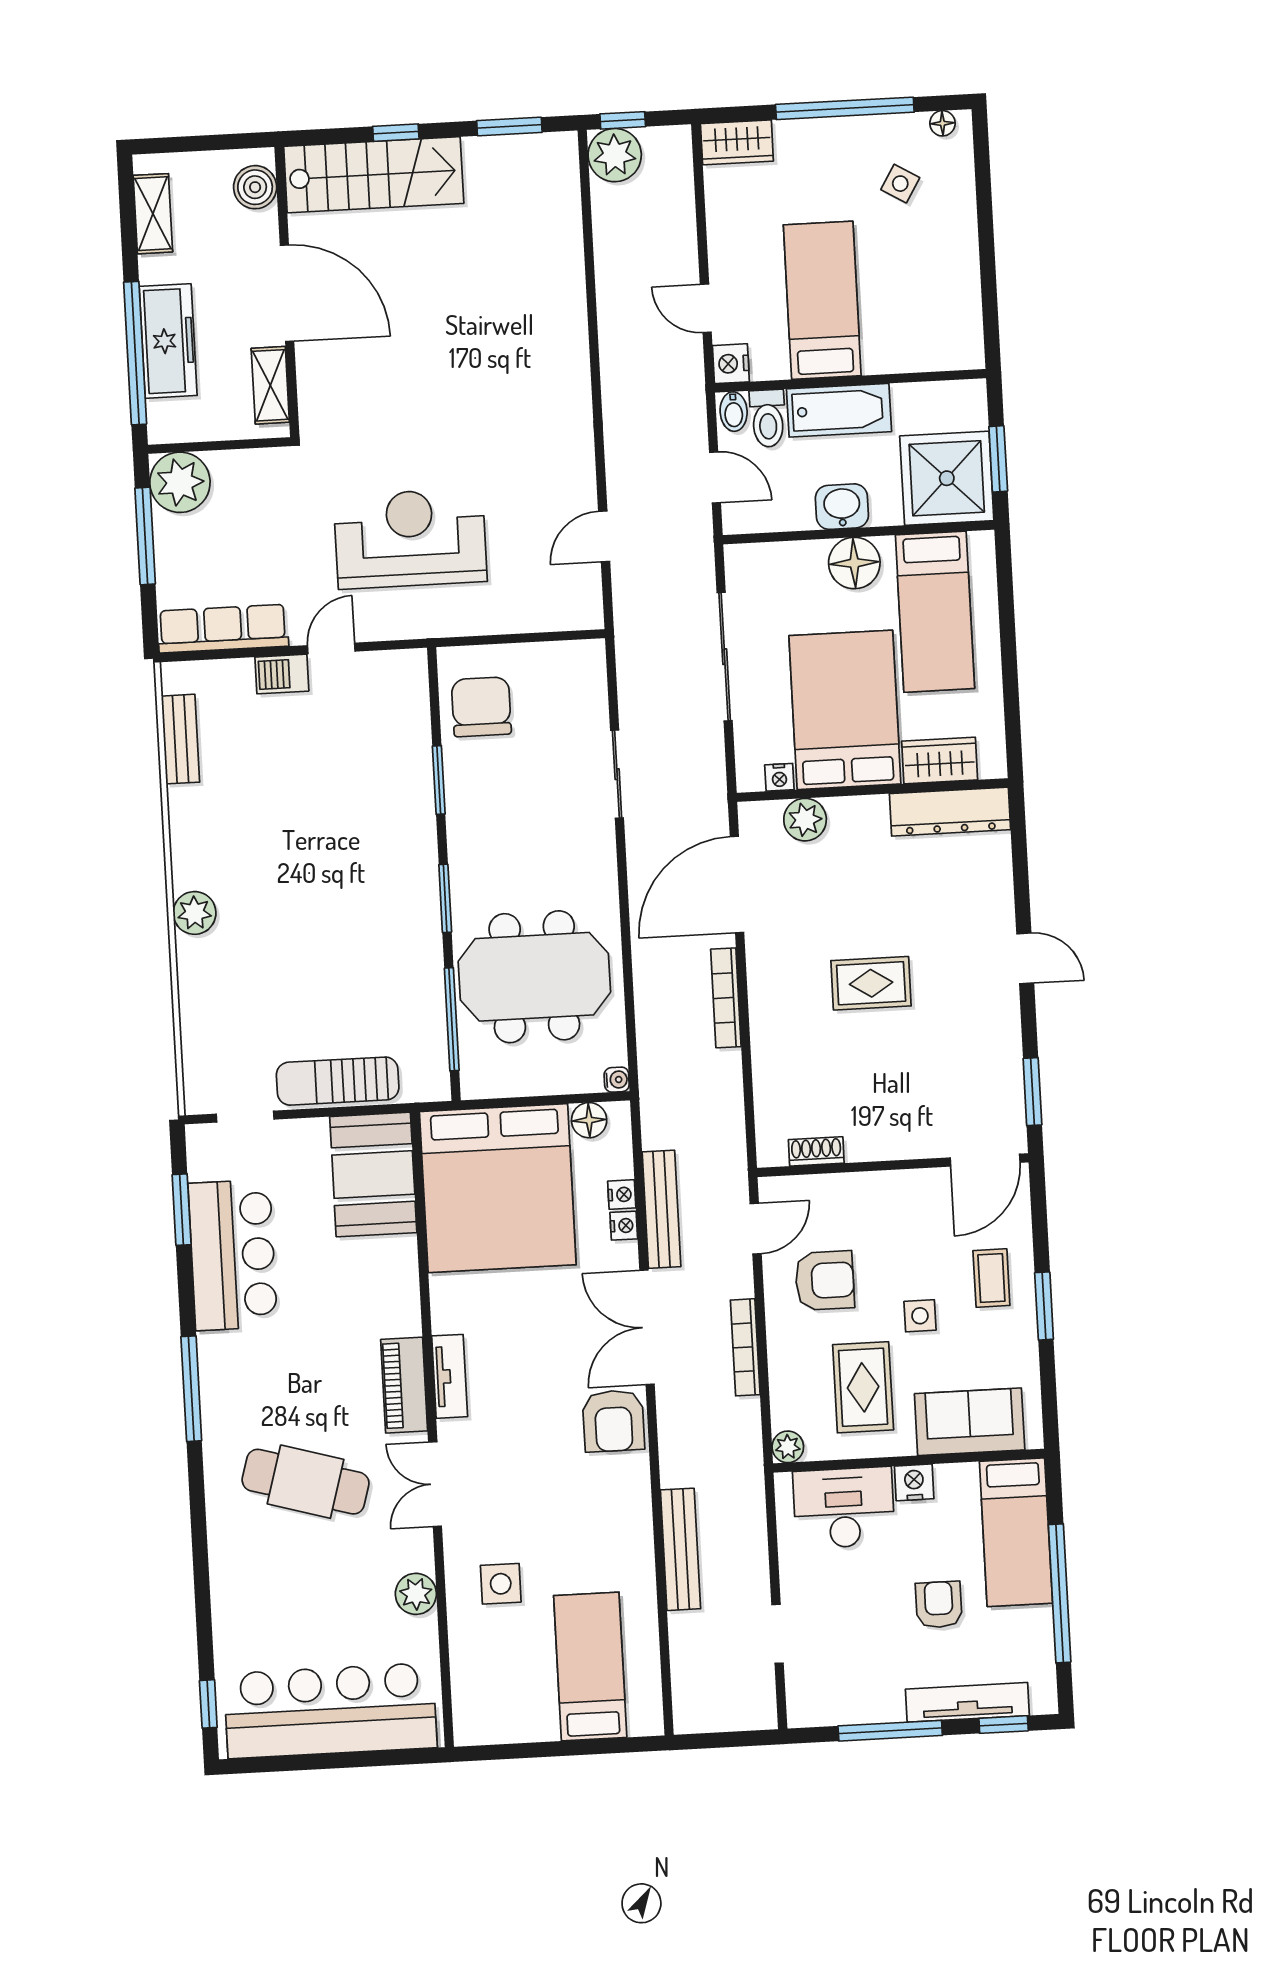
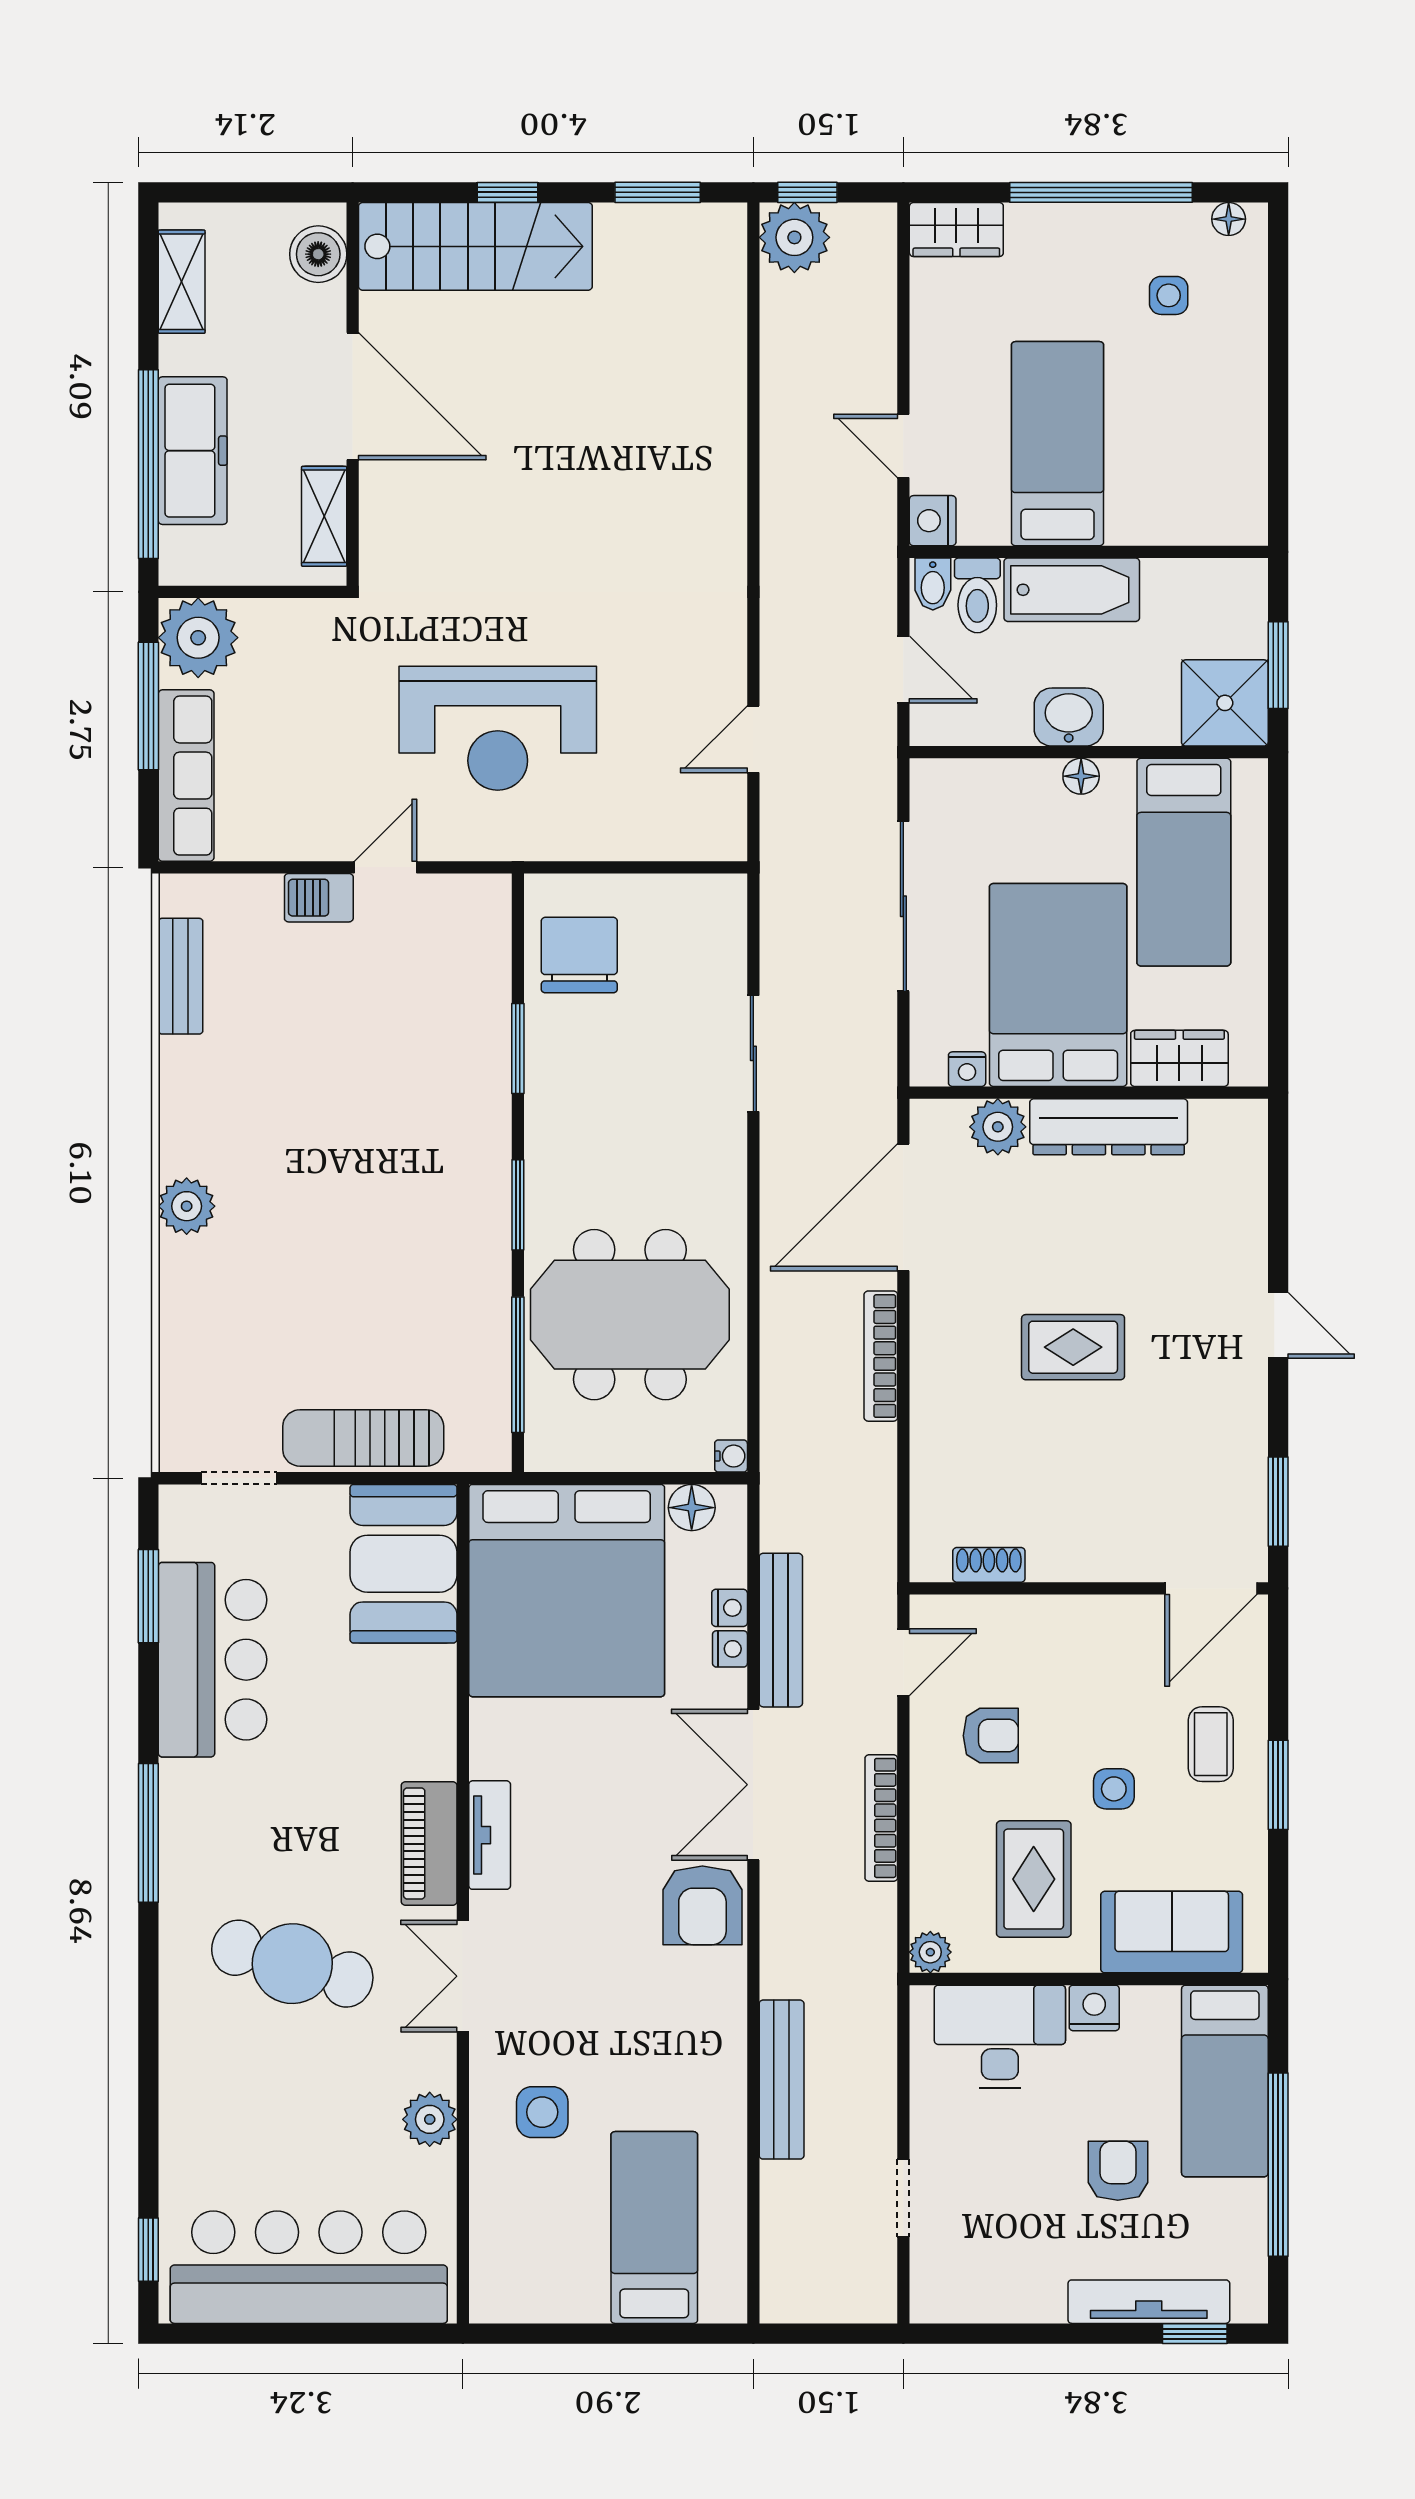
side table: (900, 184) -> (1169, 295), turned -31
shower: (947, 478) -> (1225, 703), width x0.73, depth x0.73
reception desk: (410, 539) -> (498, 728), turned 180
floor lamp: (854, 563) -> (1081, 776), width x0.53, depth x0.53
row of seats: (223, 629) -> (186, 776), moved, turned 90
dresser: (950, 812) -> (1109, 1127), moved
armchair: (825, 1280) -> (991, 1736), width x0.72, depth x0.72
window: (890, 1731) -> (1045, 2334), removed

